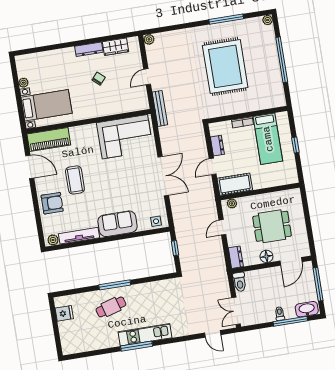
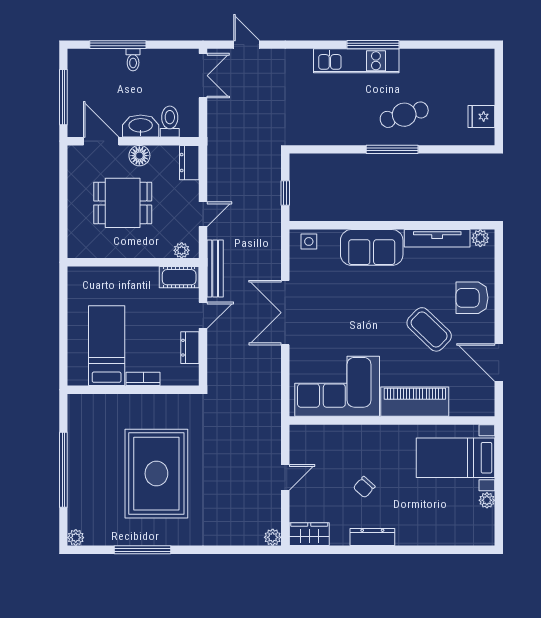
wardrobe: (115, 47) -> (309, 534), moved
bench: (160, 108) -> (215, 269), moved
piano: (49, 140) -> (415, 402), moved
window: (295, 145) -> (63, 328), removed
coffee table: (75, 180) -> (429, 329), turned -46
cot: (235, 184) -> (179, 277), width x0.73, depth x0.75
door: (291, 261) -> (101, 141), hinge flipped
toilet: (240, 282) -> (170, 121), moved
washbasin: (307, 309) -> (141, 126), moved, turned 180

